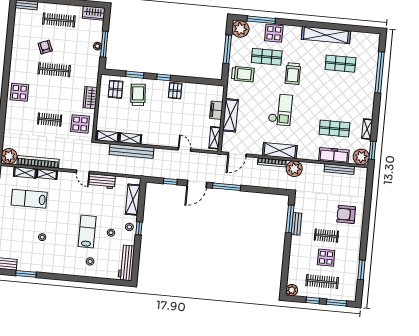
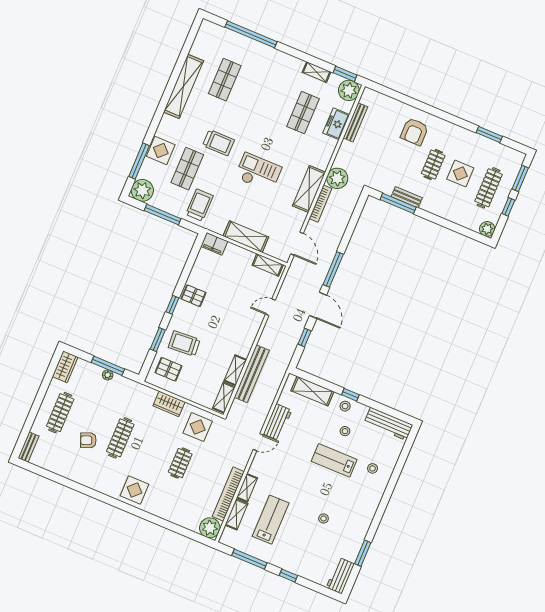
filing cabinet: (216, 110) -> (214, 244), moved
freezer: (334, 155) -> (336, 124), width x0.71
lab bench: (29, 199) -> (271, 520), turned 180

